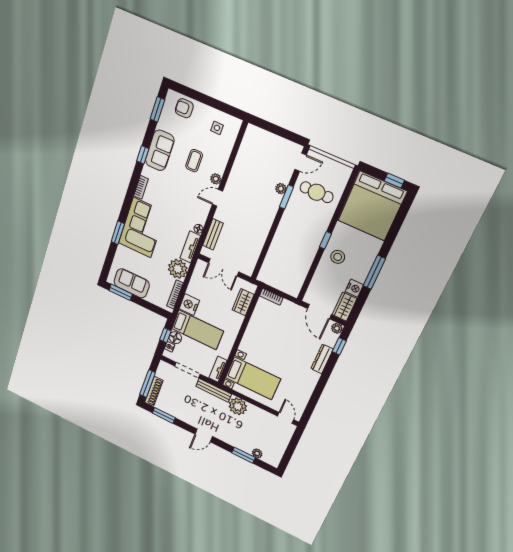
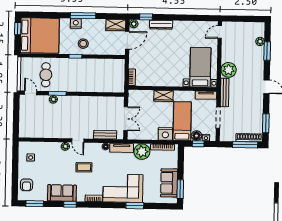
coffee table: (194, 161) -> (84, 167), moved
nightstand: (354, 288) -> (76, 24), moved
wardrobe: (243, 302) -> (163, 96), moved

